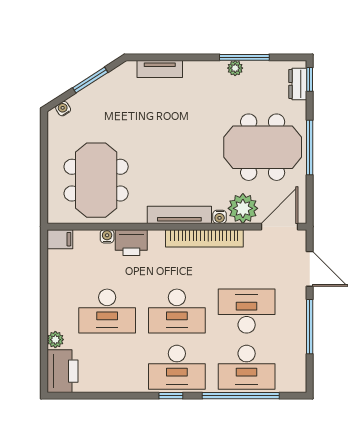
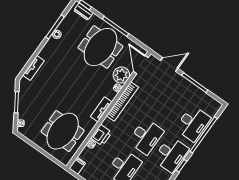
meeting table: (96, 180) -> (63, 131), turned 90
tv unit: (179, 215) -> (101, 109), width x0.71
desk: (247, 311) -> (168, 106), removed

